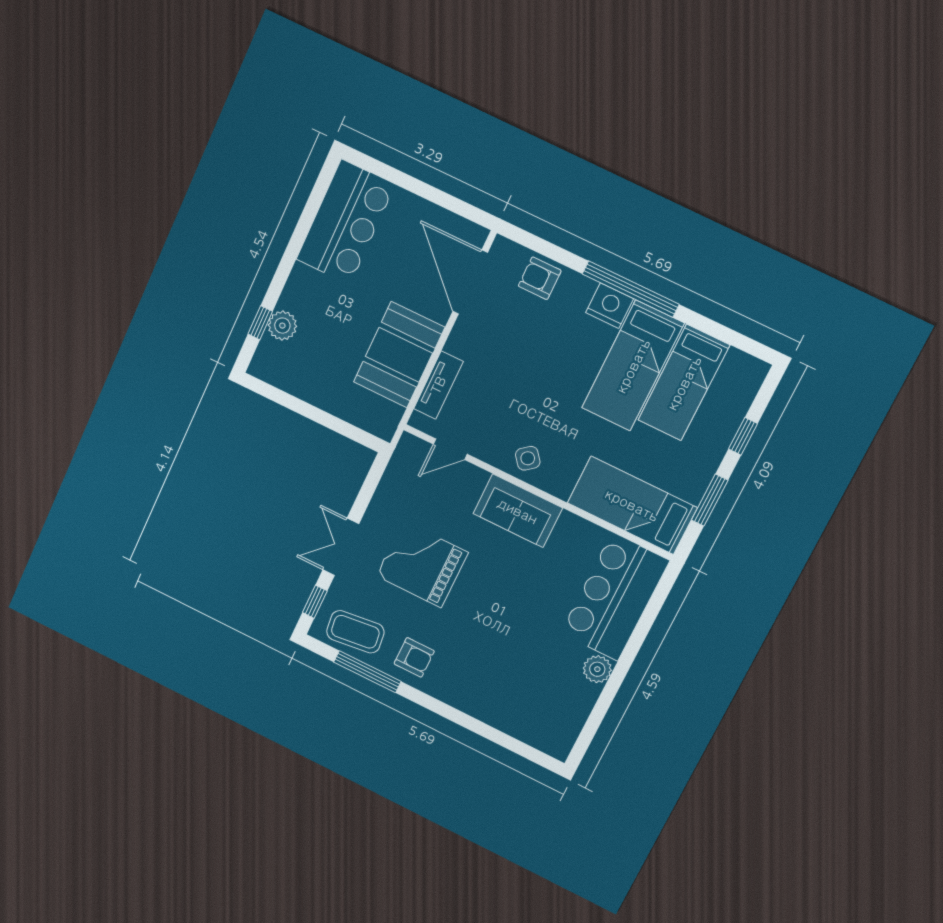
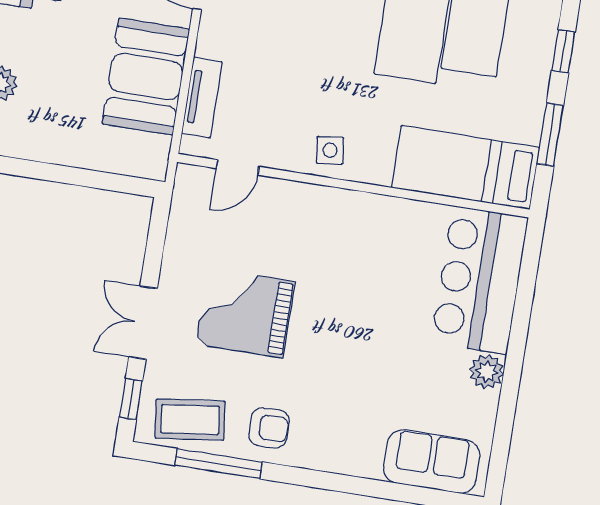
side table: (528, 458) -> (330, 150), turned 32
sofa: (518, 511) -> (432, 462), moved, turned 180

